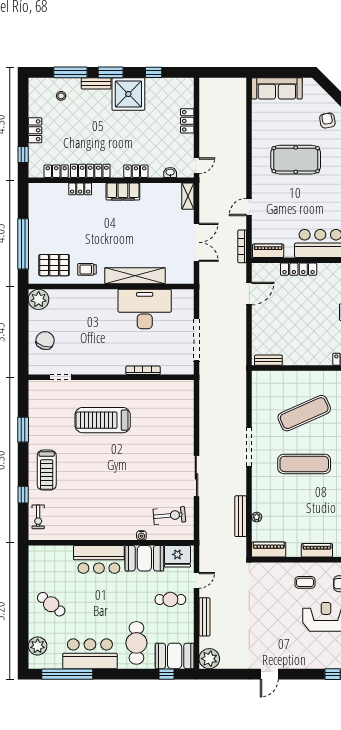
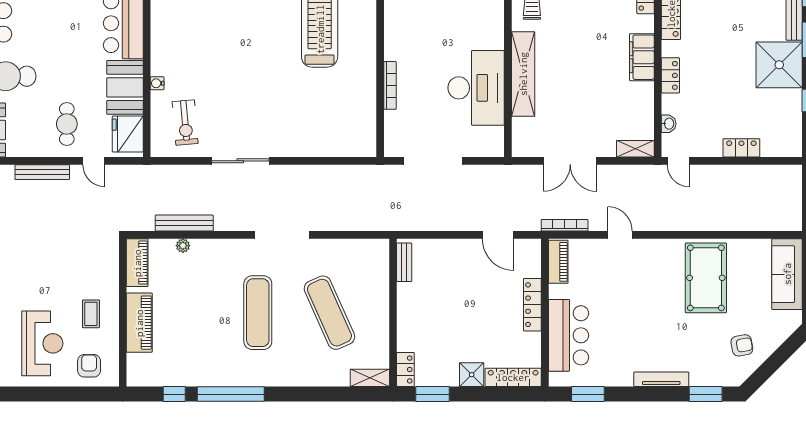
pool table: (296, 160) -> (706, 278), moved
piano: (317, 550) -> (139, 323), width x1.37, depth x1.33

